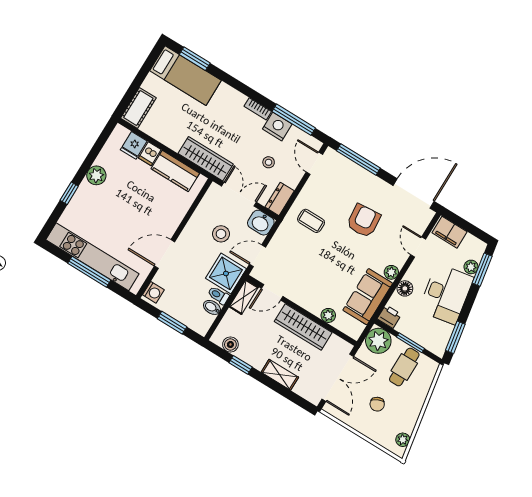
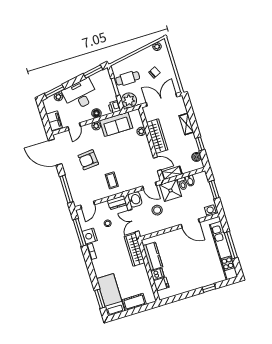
cot: (138, 108) -> (134, 302), moved
plant: (96, 175) -> (190, 285), removed

